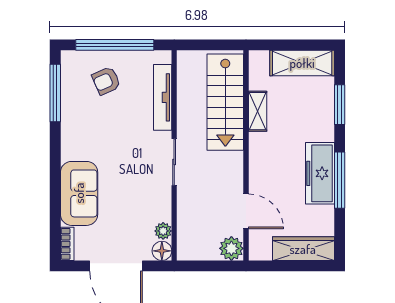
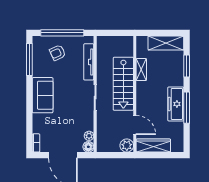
stairs: (225, 102) -> (123, 84), moved
sofa: (79, 193) -> (43, 95), moved
wardrobe: (303, 249) -> (153, 146), moved

